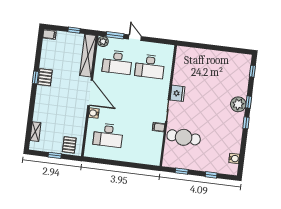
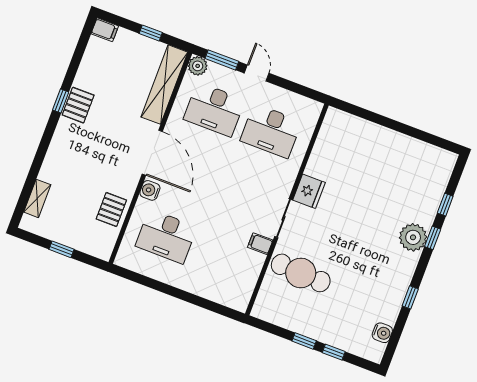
window: (252, 71) -> (445, 205), moved
window: (246, 123) -> (410, 297), moved
pallet: (69, 145) -> (111, 209), moved
window: (182, 171) -> (304, 341), moved

